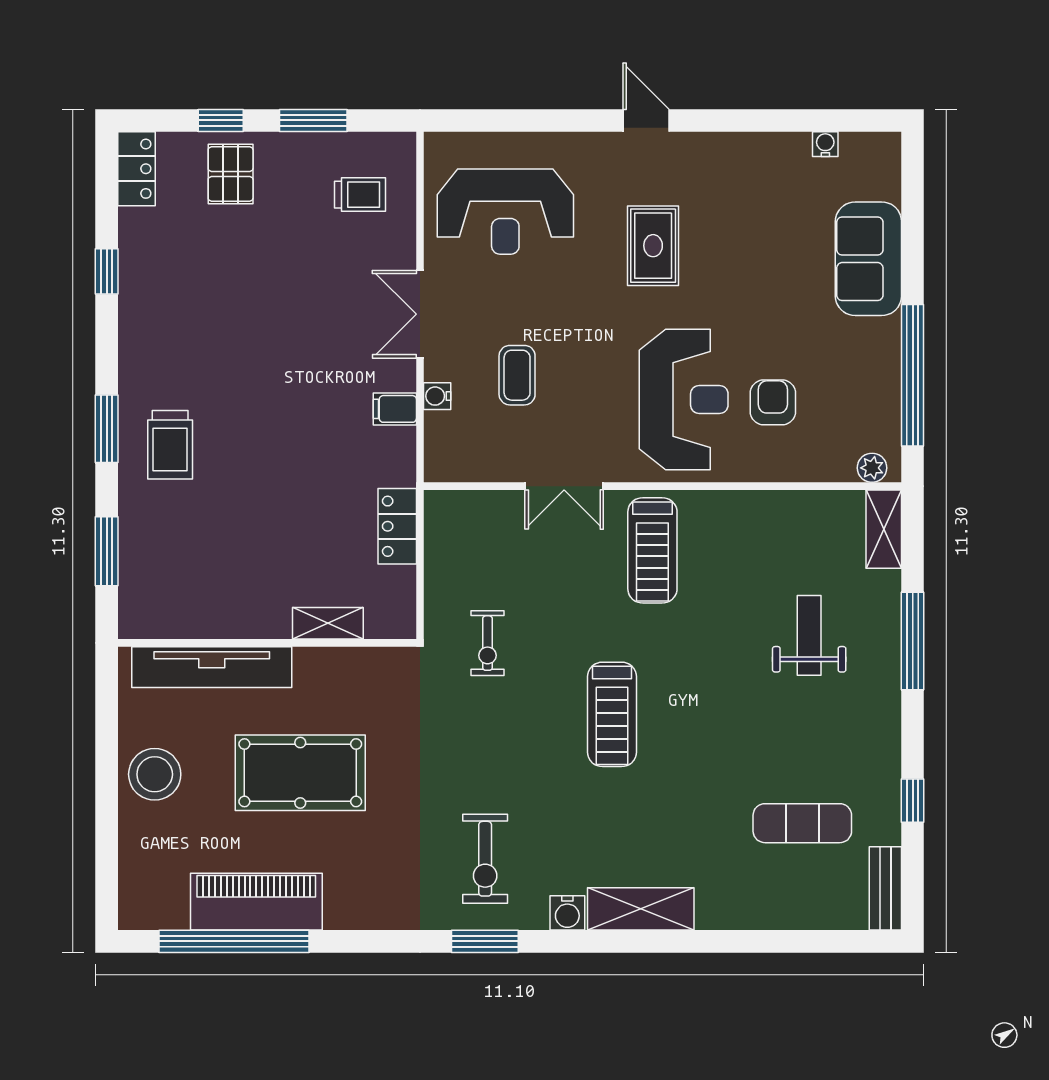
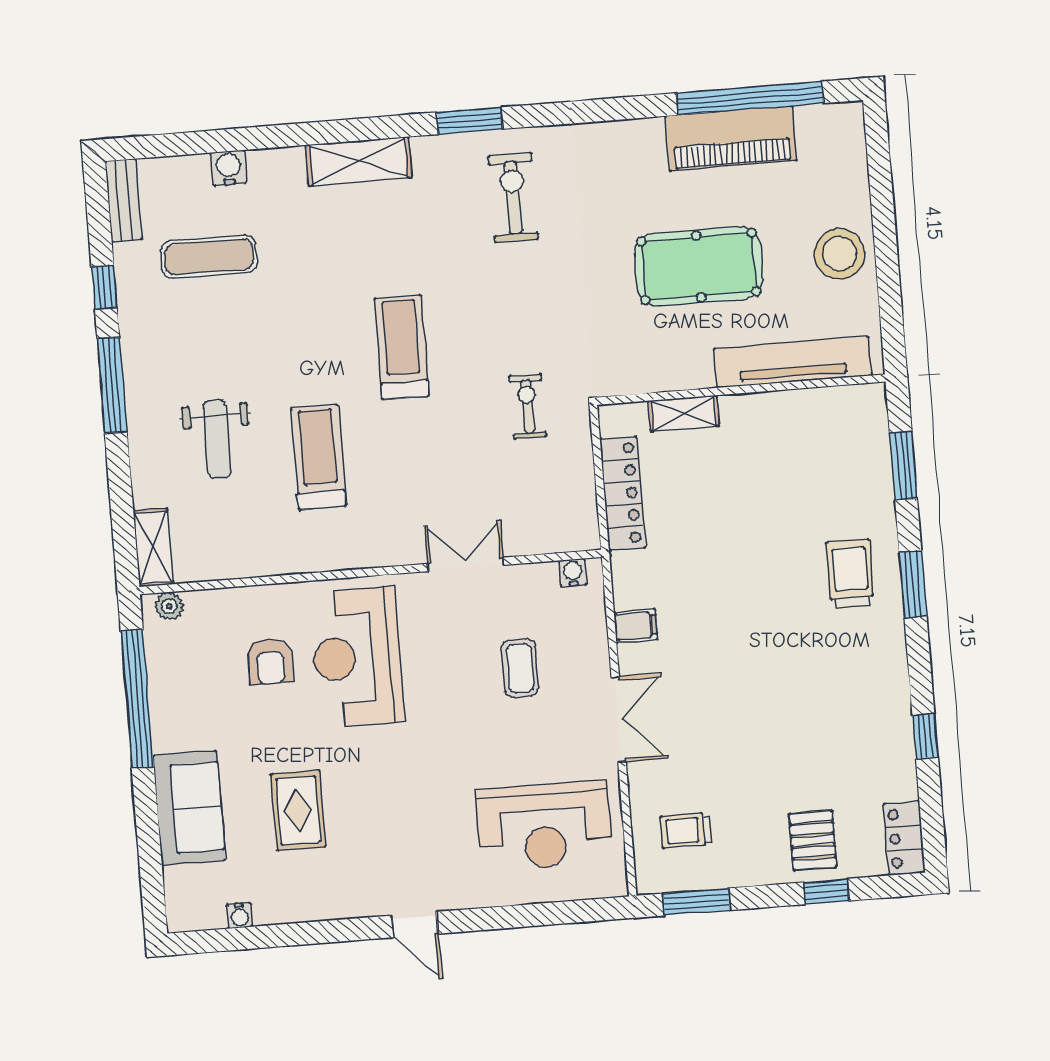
window: (313, 120) -> (696, 902), moved
reception desk: (505, 212) -> (544, 826), turned 180
rug: (653, 246) -> (298, 810), moved
water cooler: (437, 396) -> (573, 573), moved, turned -90
locker: (397, 526) -> (623, 493), width x1.53
treadmill: (652, 550) -> (318, 457), moved
window: (913, 641) -> (112, 385), moved
water cooler: (567, 913) -> (229, 168), moved
window: (485, 941) -> (469, 121), moved

